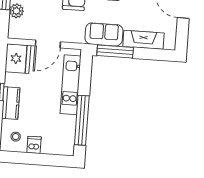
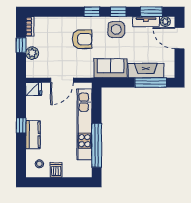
window: (115, 51) -> (151, 83), moved
fridge: (18, 59) -> (34, 89), width x0.53, depth x0.75
kitchen unit: (71, 85) -> (84, 124), width x1.36

